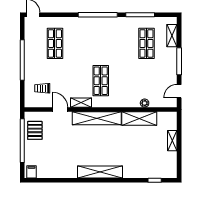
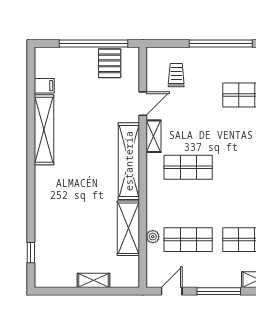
shop shelf: (146, 81) -> (188, 240), added
door: (179, 91) -> (172, 291), hinge flipped
pallet: (35, 130) -> (110, 63), turned 90
filing cabinet: (31, 172) -> (44, 86), moved
shelving: (100, 172) -> (44, 130), moved

